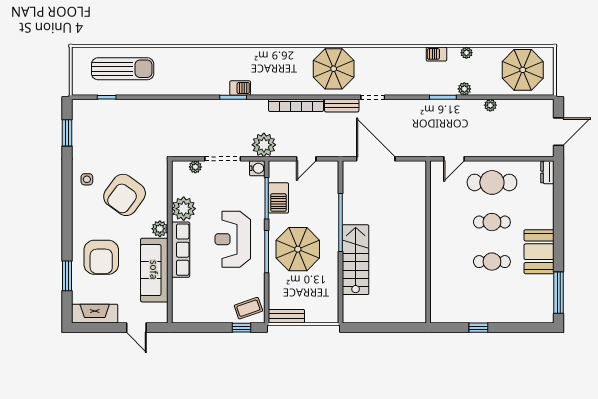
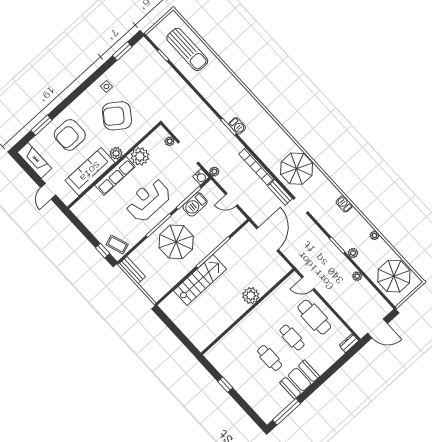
barbecue: (436, 54) -> (344, 204), moved
plant: (264, 145) -> (214, 172), width x0.53, depth x0.53
plant: (415, 225) -> (251, 296), added

